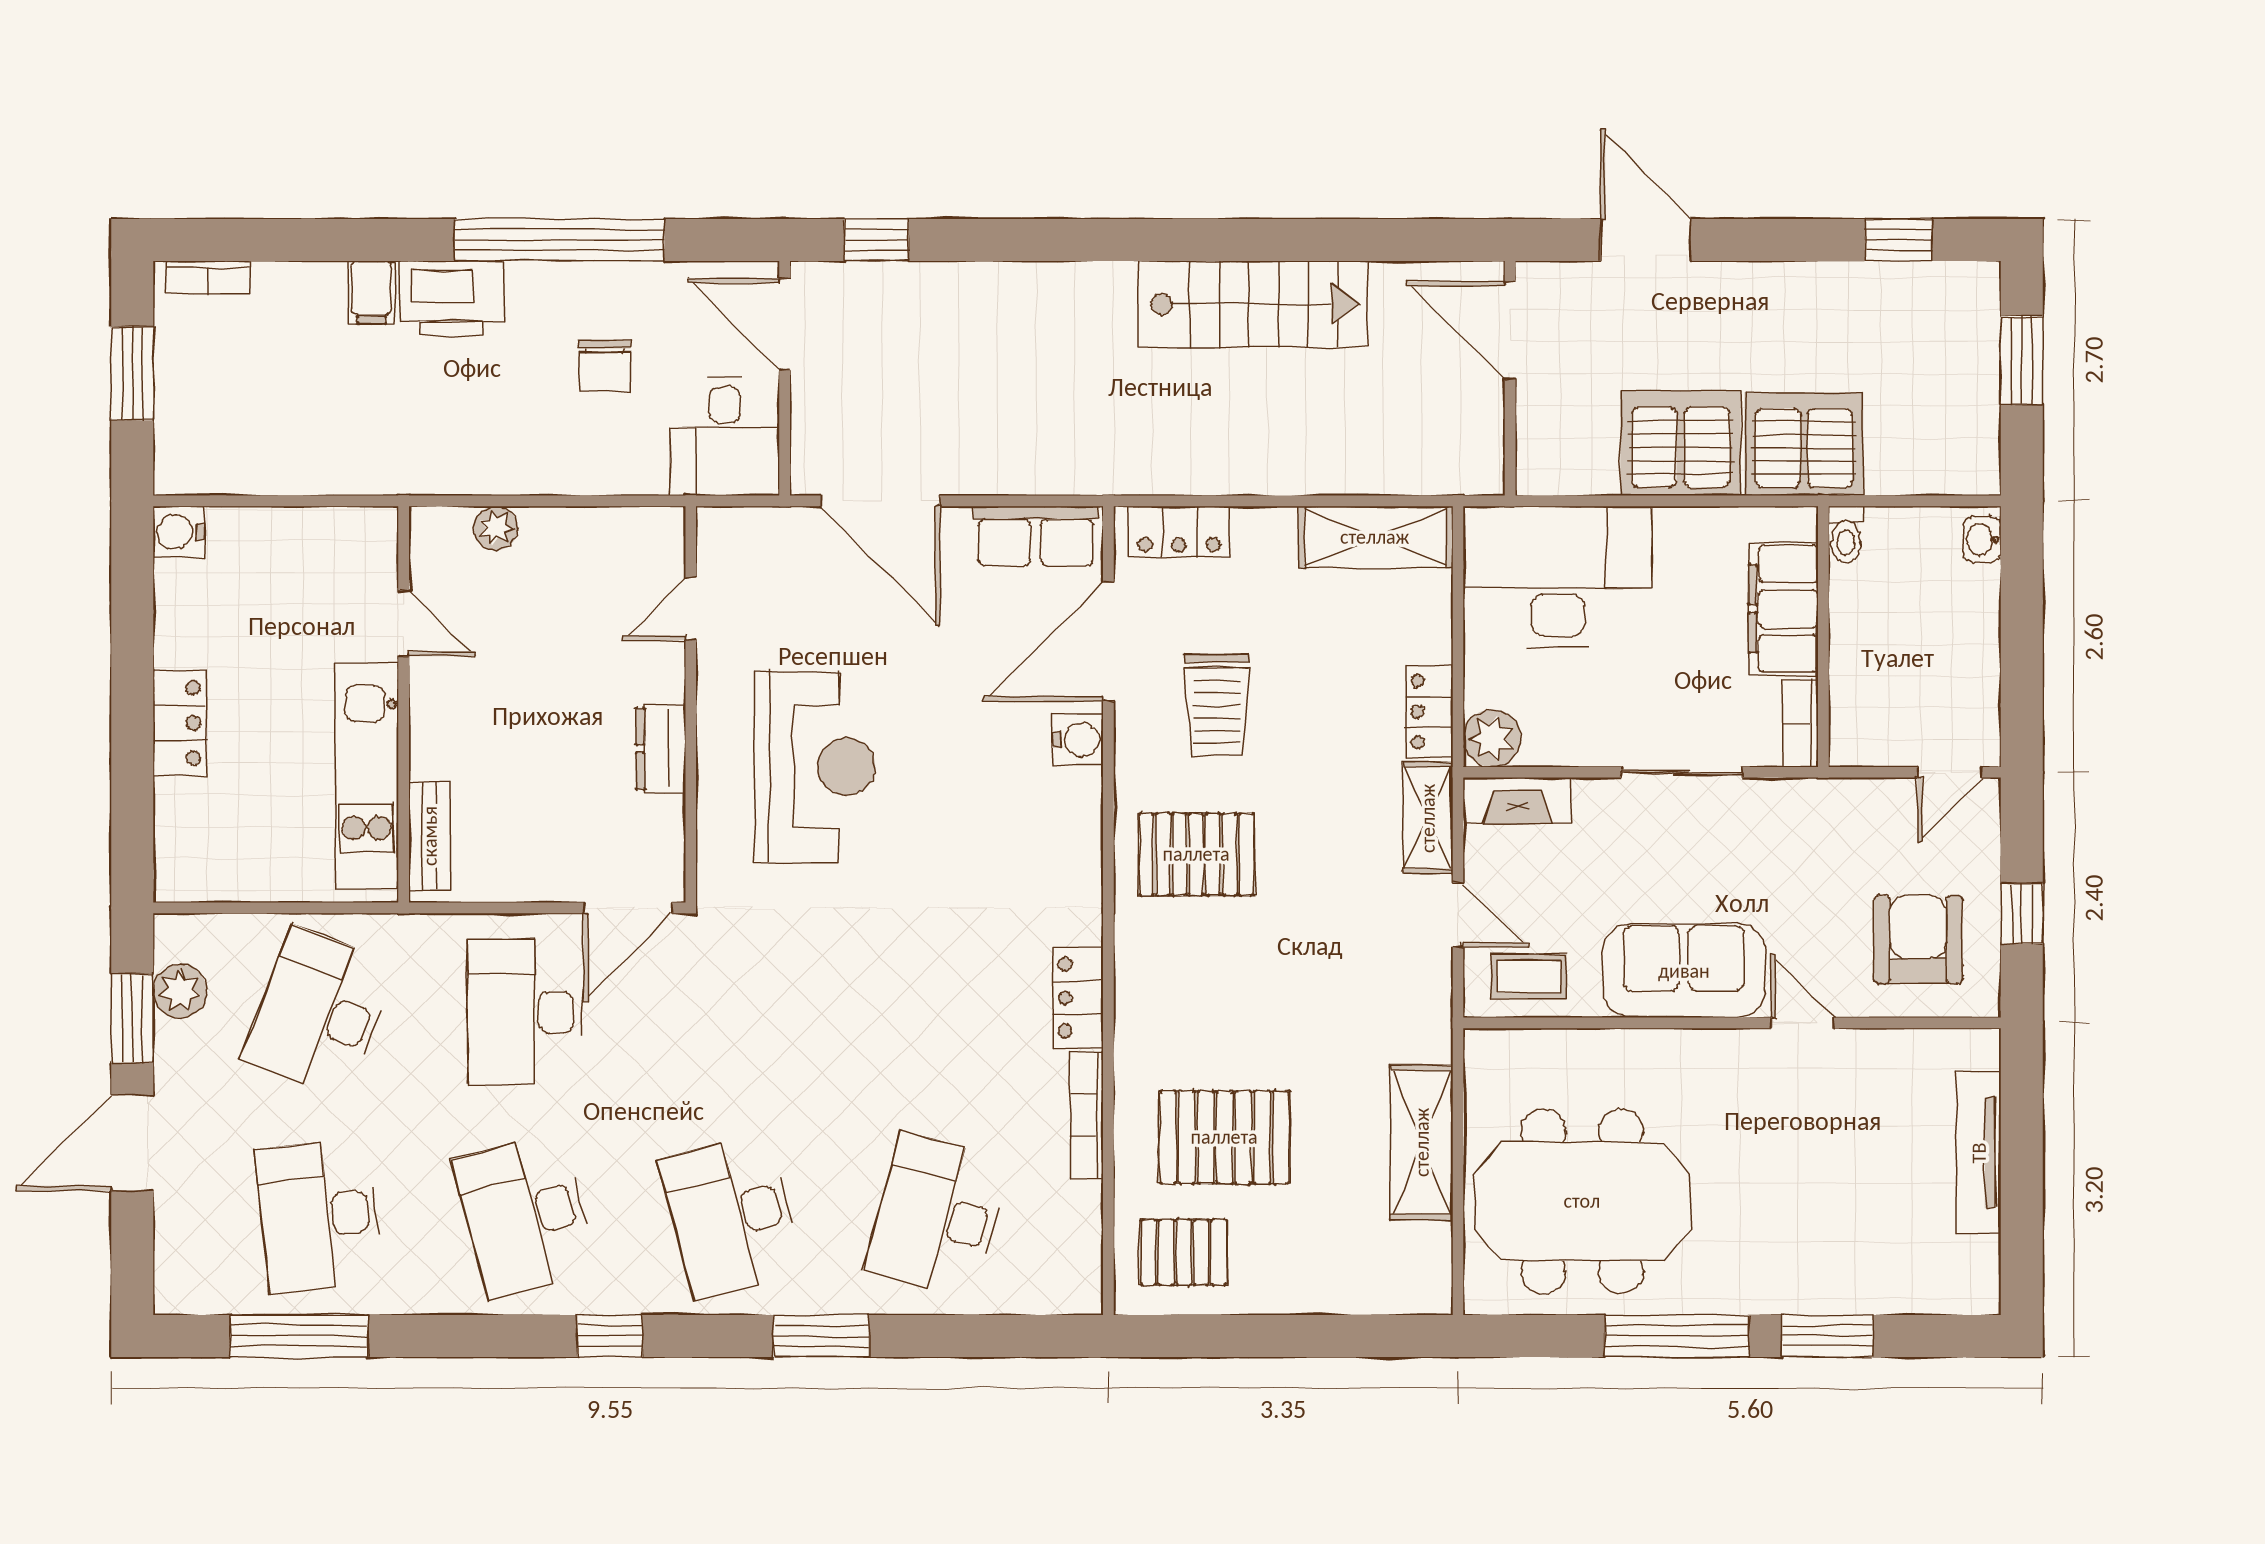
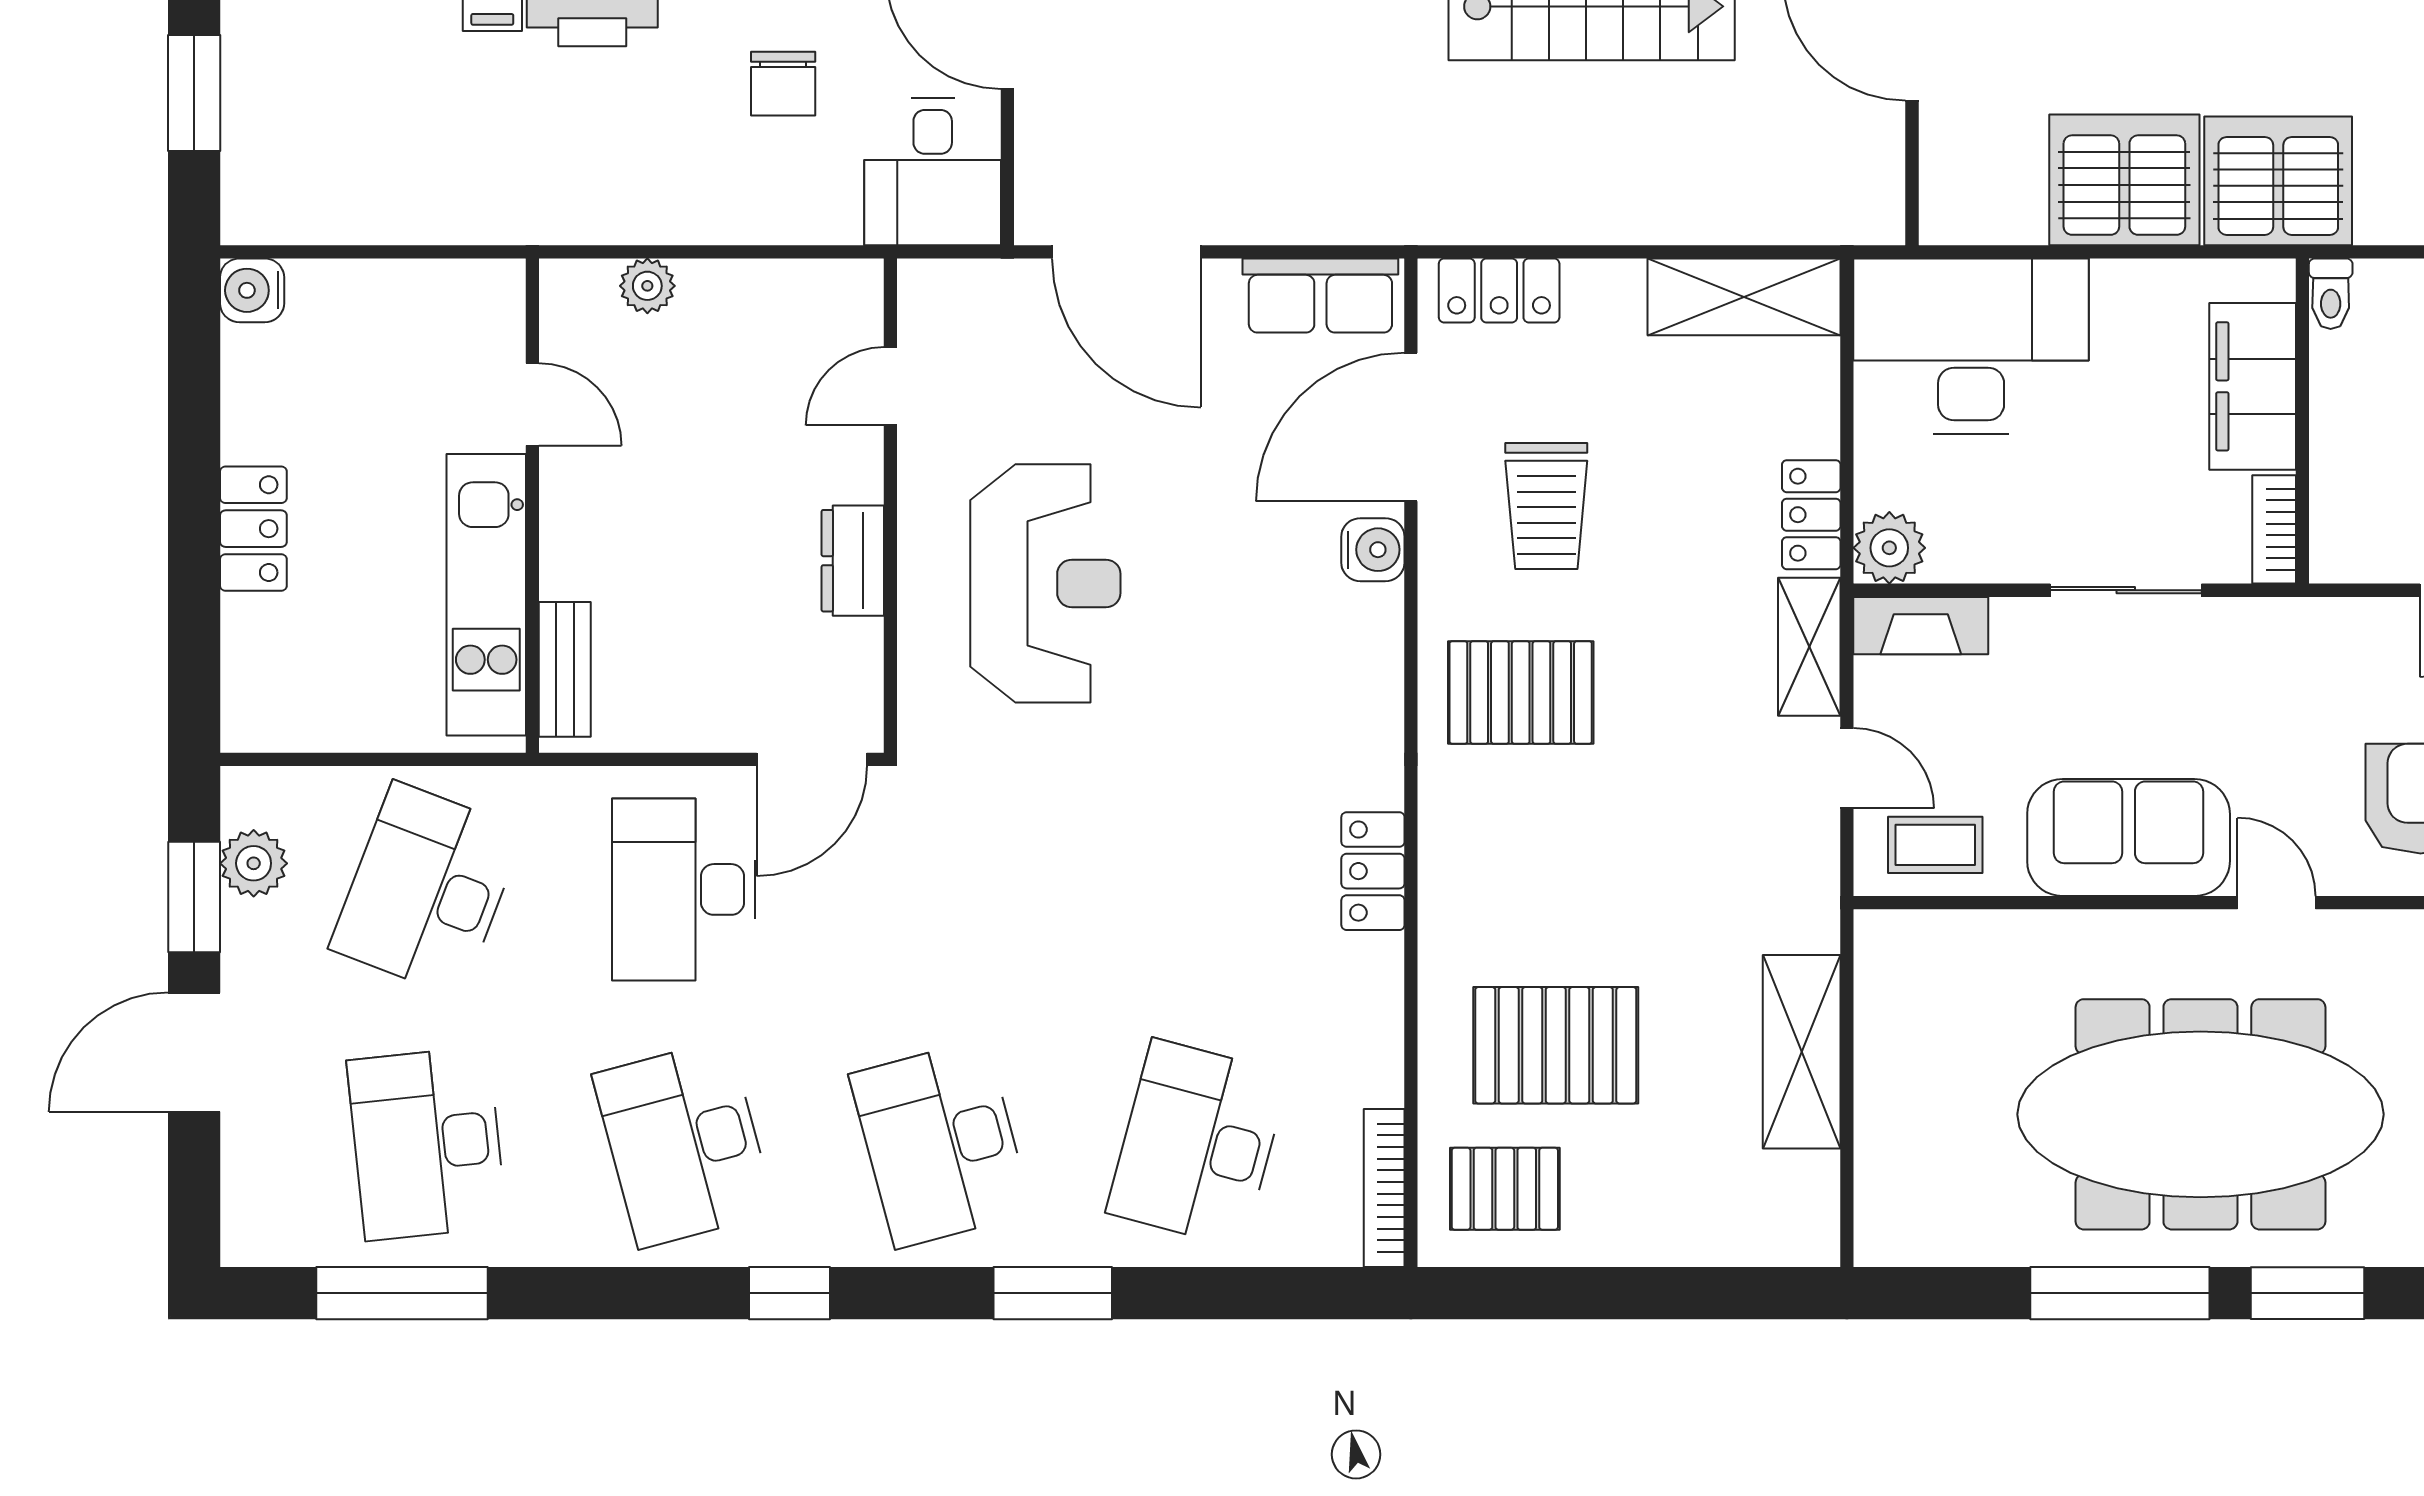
bookcase: (1087, 1115) -> (1384, 1188), moved
meeting table: (1582, 1201) -> (2200, 1114), moved, width x1.36

